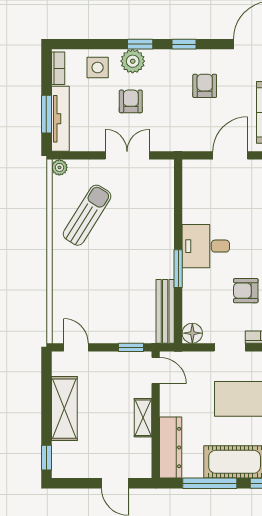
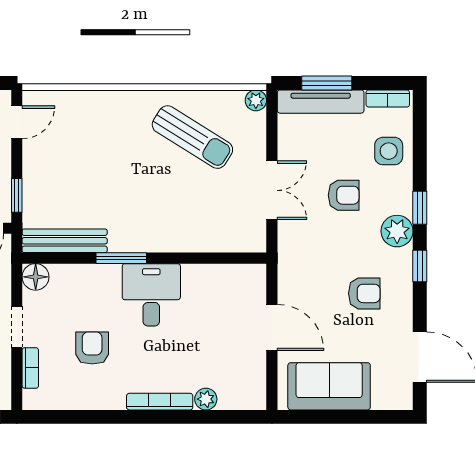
plant: (133, 61) -> (397, 231), moved

